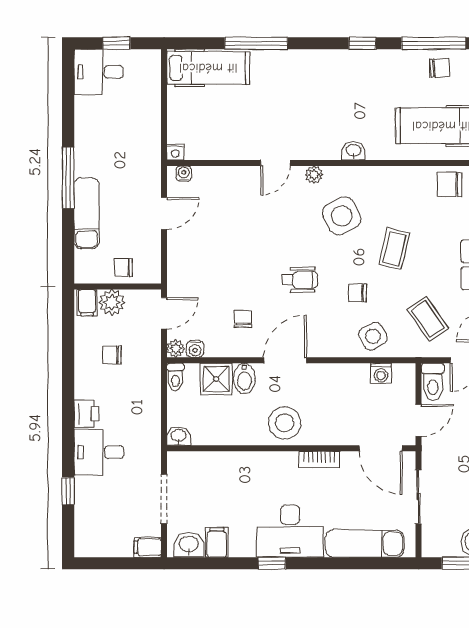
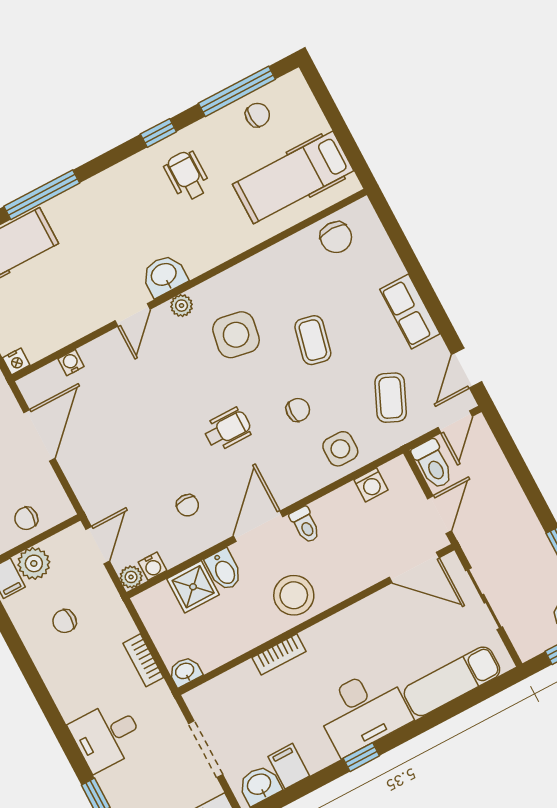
wheelchair: (367, 84) -> (187, 176), added
washbasin: (354, 151) -> (164, 275), moved, width x1.38, depth x1.45
water cooler: (184, 174) -> (71, 363), moved
chair: (449, 184) -> (336, 237), turned -90
door: (164, 213) -> (39, 435), width x1.38
side table: (342, 216) -> (236, 335), turned 36
chair: (357, 293) -> (298, 410), turned 180
chair: (243, 319) -> (188, 505), turned 180
coffee table: (428, 319) -> (391, 398), turned 59
side table: (373, 336) -> (340, 449), turned 30
toilet: (175, 377) -> (305, 525), moved
bookcase: (153, 412) -> (143, 660), added
printer: (87, 414) -> (71, 701), removed
bookcase: (319, 459) -> (279, 654), moved

